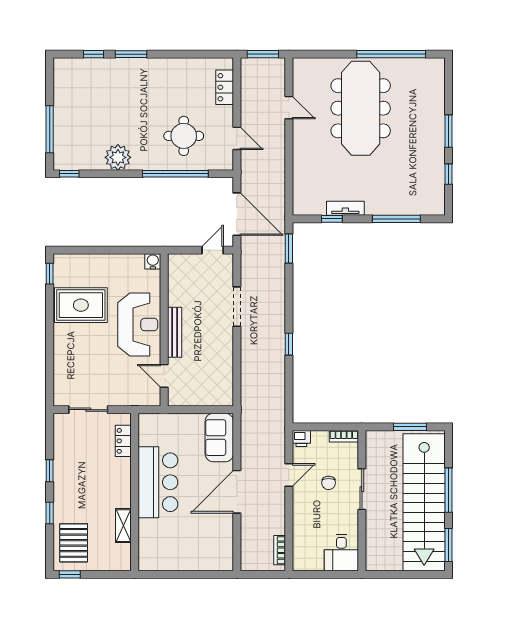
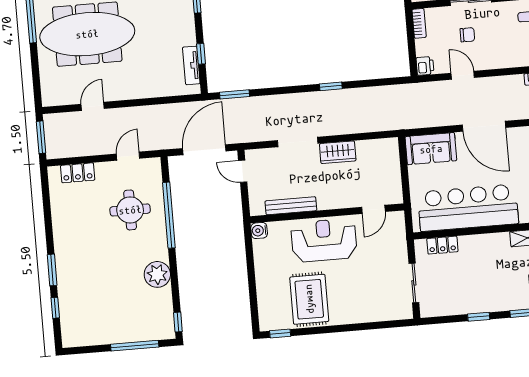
tv unit: (345, 208) -> (191, 65), moved
bench: (175, 332) -> (291, 206), moved
wardrobe: (223, 345) -> (338, 152), added
bar counter: (158, 482) -> (468, 208), width x1.36

